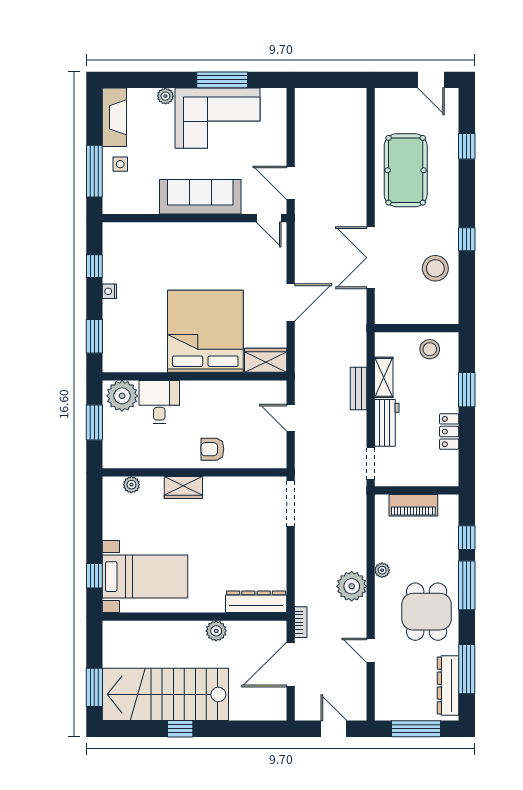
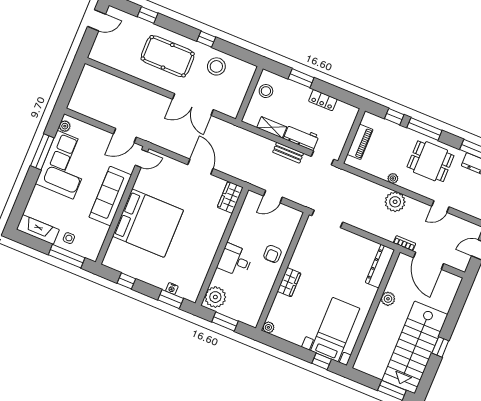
plant: (165, 96) -> (65, 126), moved
pool table: (406, 170) -> (168, 56), moved
nightstand: (109, 291) -> (172, 289), moved
bed: (205, 331) -> (148, 223), moved, turned 180
bench: (358, 389) -> (288, 153), moved
desk: (159, 402) -> (235, 260), moved
plant: (131, 485) -> (268, 327), moved

